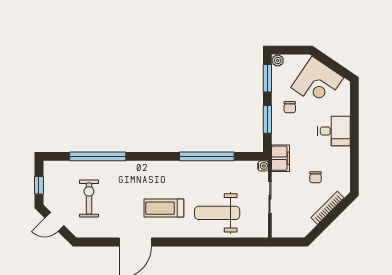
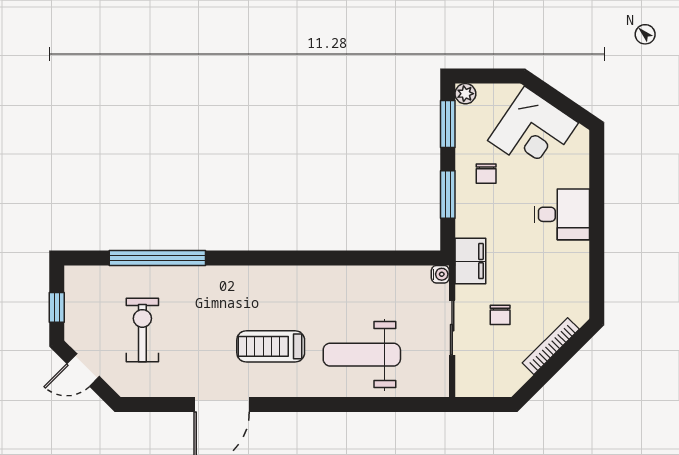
window: (207, 156) -> (344, 258), removed
chair: (316, 177) -> (500, 315), moved

